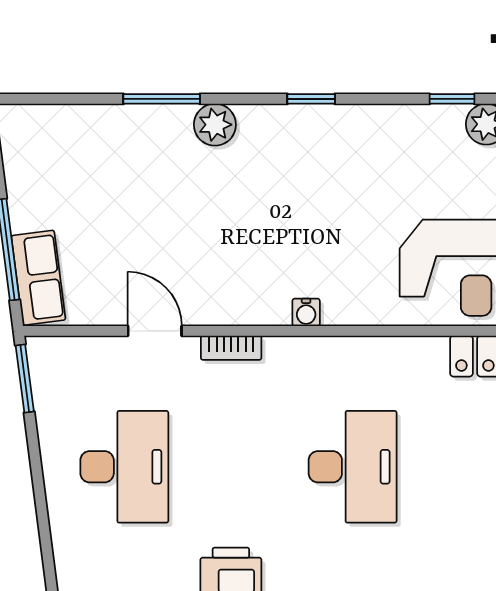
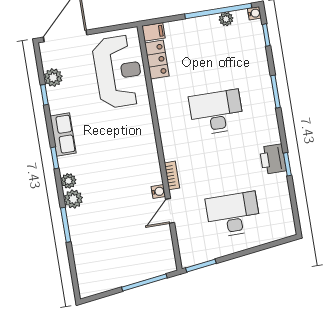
plant: (256, 121) -> (68, 181), added
row of seats: (38, 278) -> (63, 134), moved, turned 97
water cooler: (306, 312) -> (158, 191), moved

